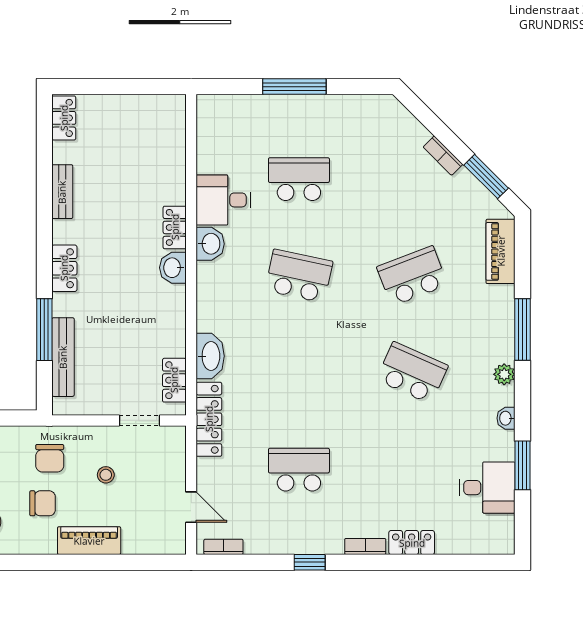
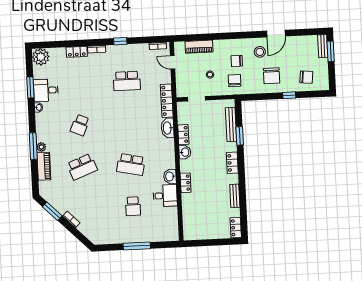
school desk: (299, 179) -> (133, 206), width x0.54
piano: (501, 251) -> (44, 166), moved
washbasin: (173, 268) -> (185, 152), moved
window: (44, 330) -> (240, 136), width x0.69
school desk: (412, 373) -> (80, 125), width x0.54
plant: (504, 374) -> (41, 147), moved
locker: (174, 380) -> (183, 135), moved
desk: (487, 488) -> (46, 90), moved
plant: (495, 535) -> (41, 57), added
piano: (89, 541) -> (199, 47), moved

